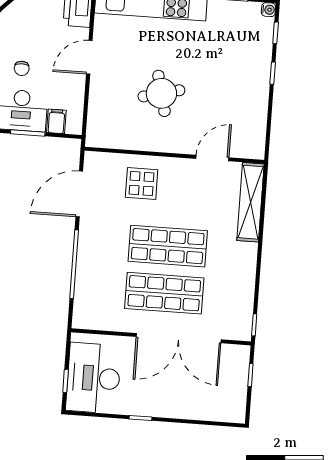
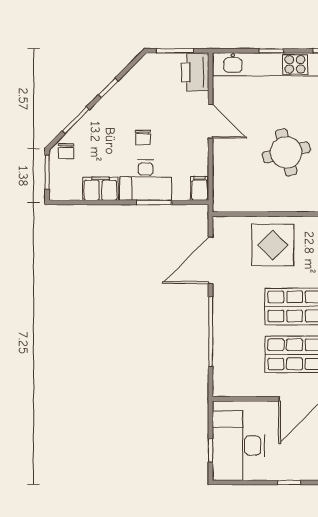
door: (89, 57) -> (211, 121), swing flipped
filing cabinet: (56, 121) -> (200, 188), moved
display table: (142, 183) -> (273, 245), width x1.36, depth x1.36

